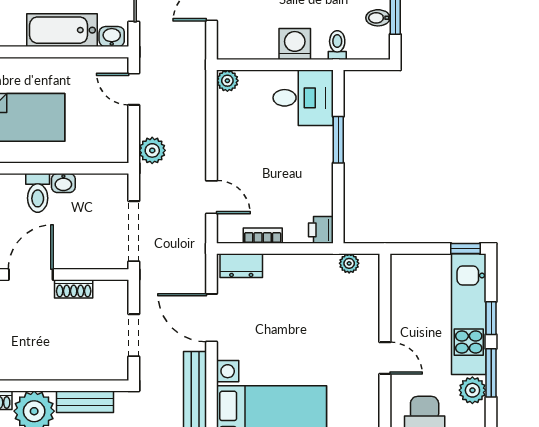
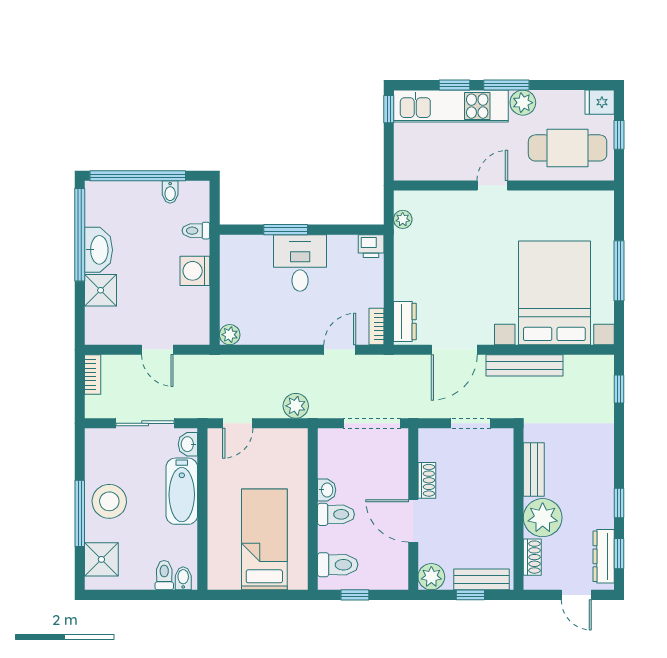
desk: (303, 98) -> (300, 263), moved
bookcase: (263, 236) -> (376, 326), moved

